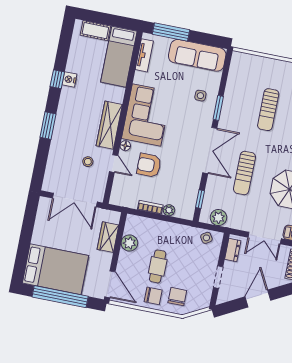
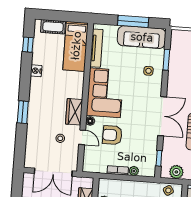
window: (171, 32) -> (133, 21), moved
tv unit: (144, 55) -> (96, 48), width x1.41
window: (57, 79) -> (28, 45), moved
window: (218, 108) -> (166, 60), moved
wardrobe: (109, 125) -> (74, 112), width x0.67

